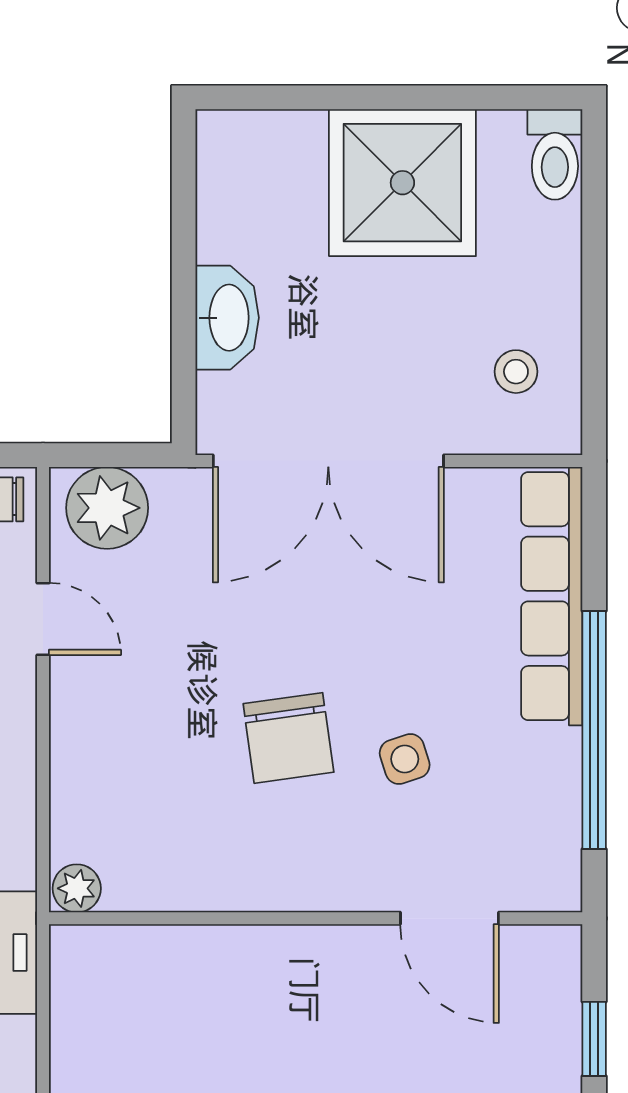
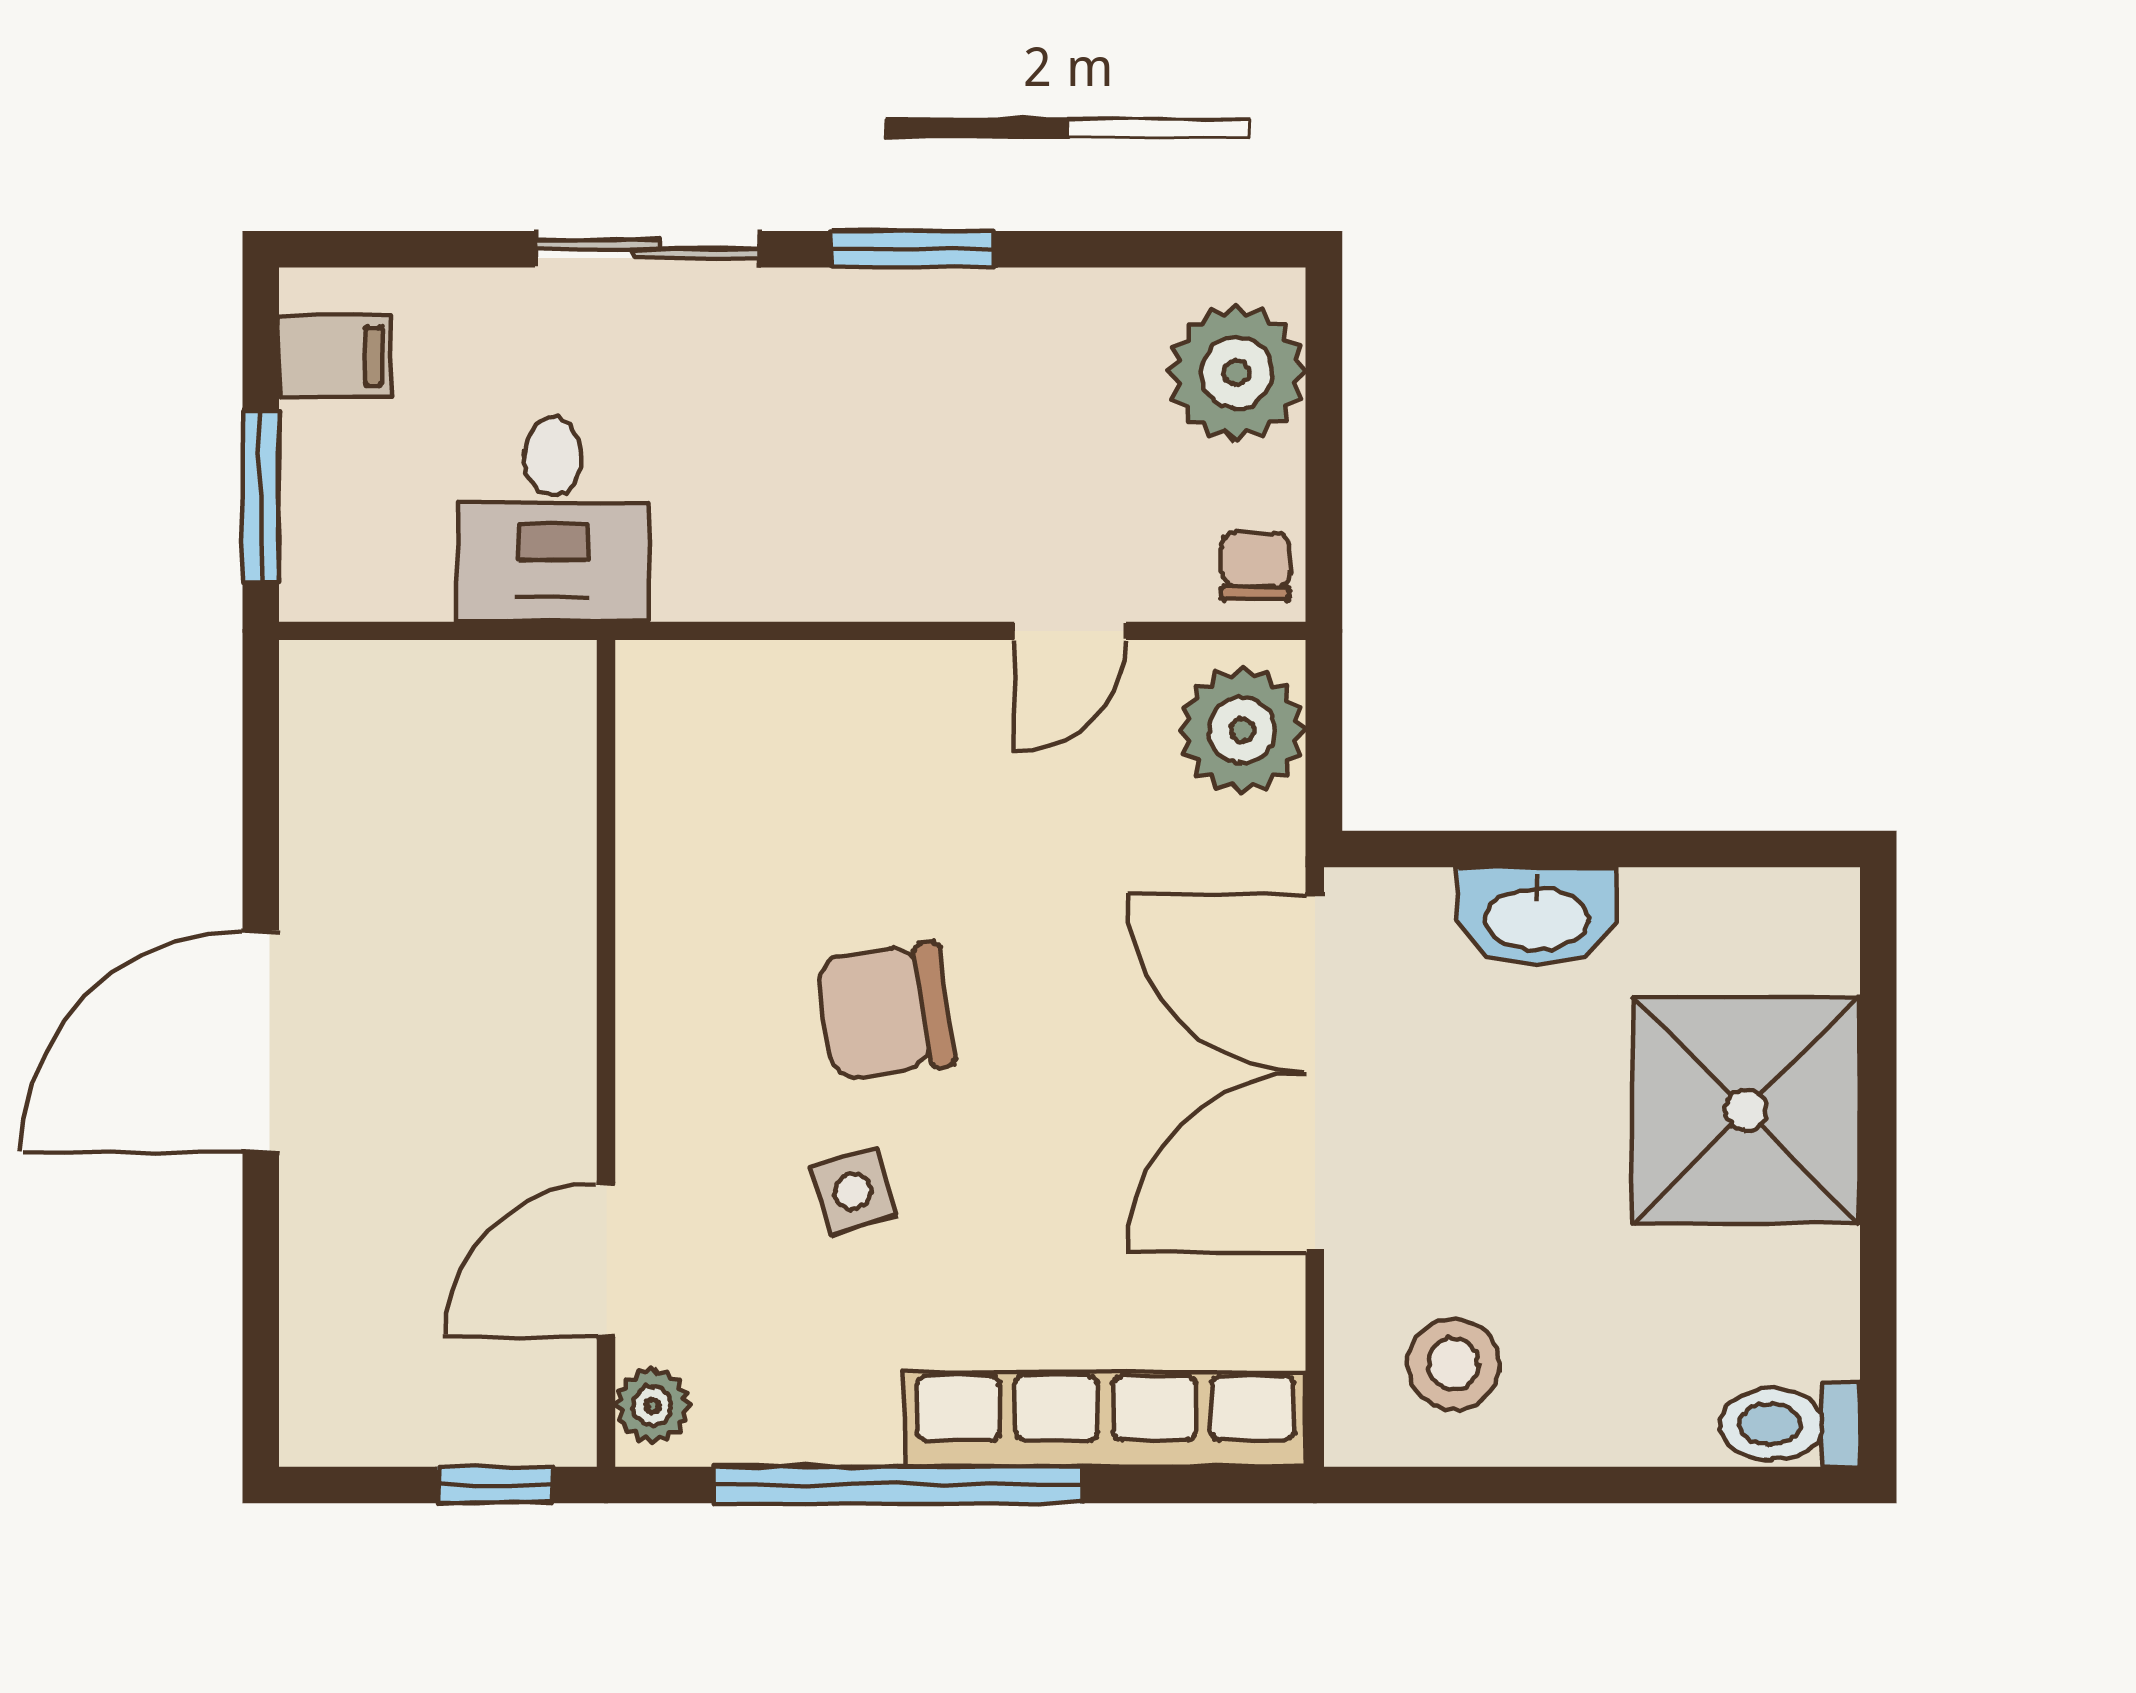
shower: (402, 183) -> (1746, 1110), moved
stool: (516, 372) -> (1453, 1364), width x1.37, depth x1.37
plant: (77, 888) -> (652, 1406), moved
window: (594, 1039) -> (494, 1485), moved

